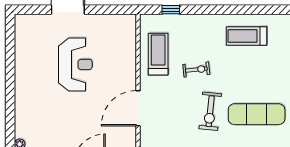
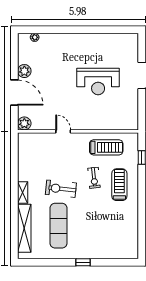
treadmill: (247, 36) -> (119, 185), moved
door: (138, 108) -> (63, 131), width x0.53

